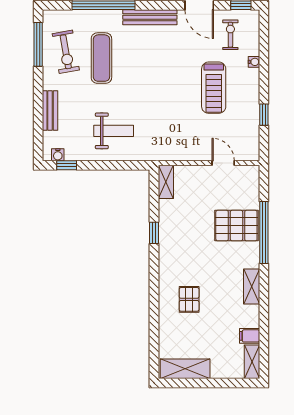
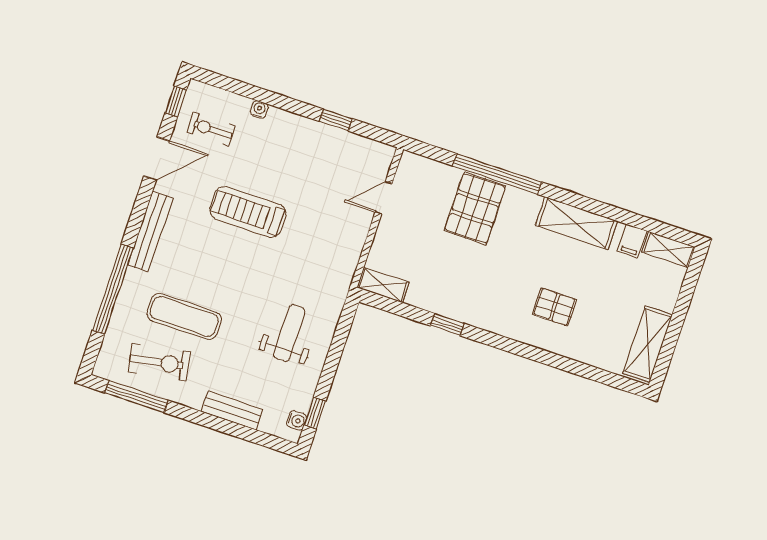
treadmill: (214, 88) -> (248, 212), moved, turned 180
shelving: (252, 287) -> (576, 223), width x1.50, depth x1.33

